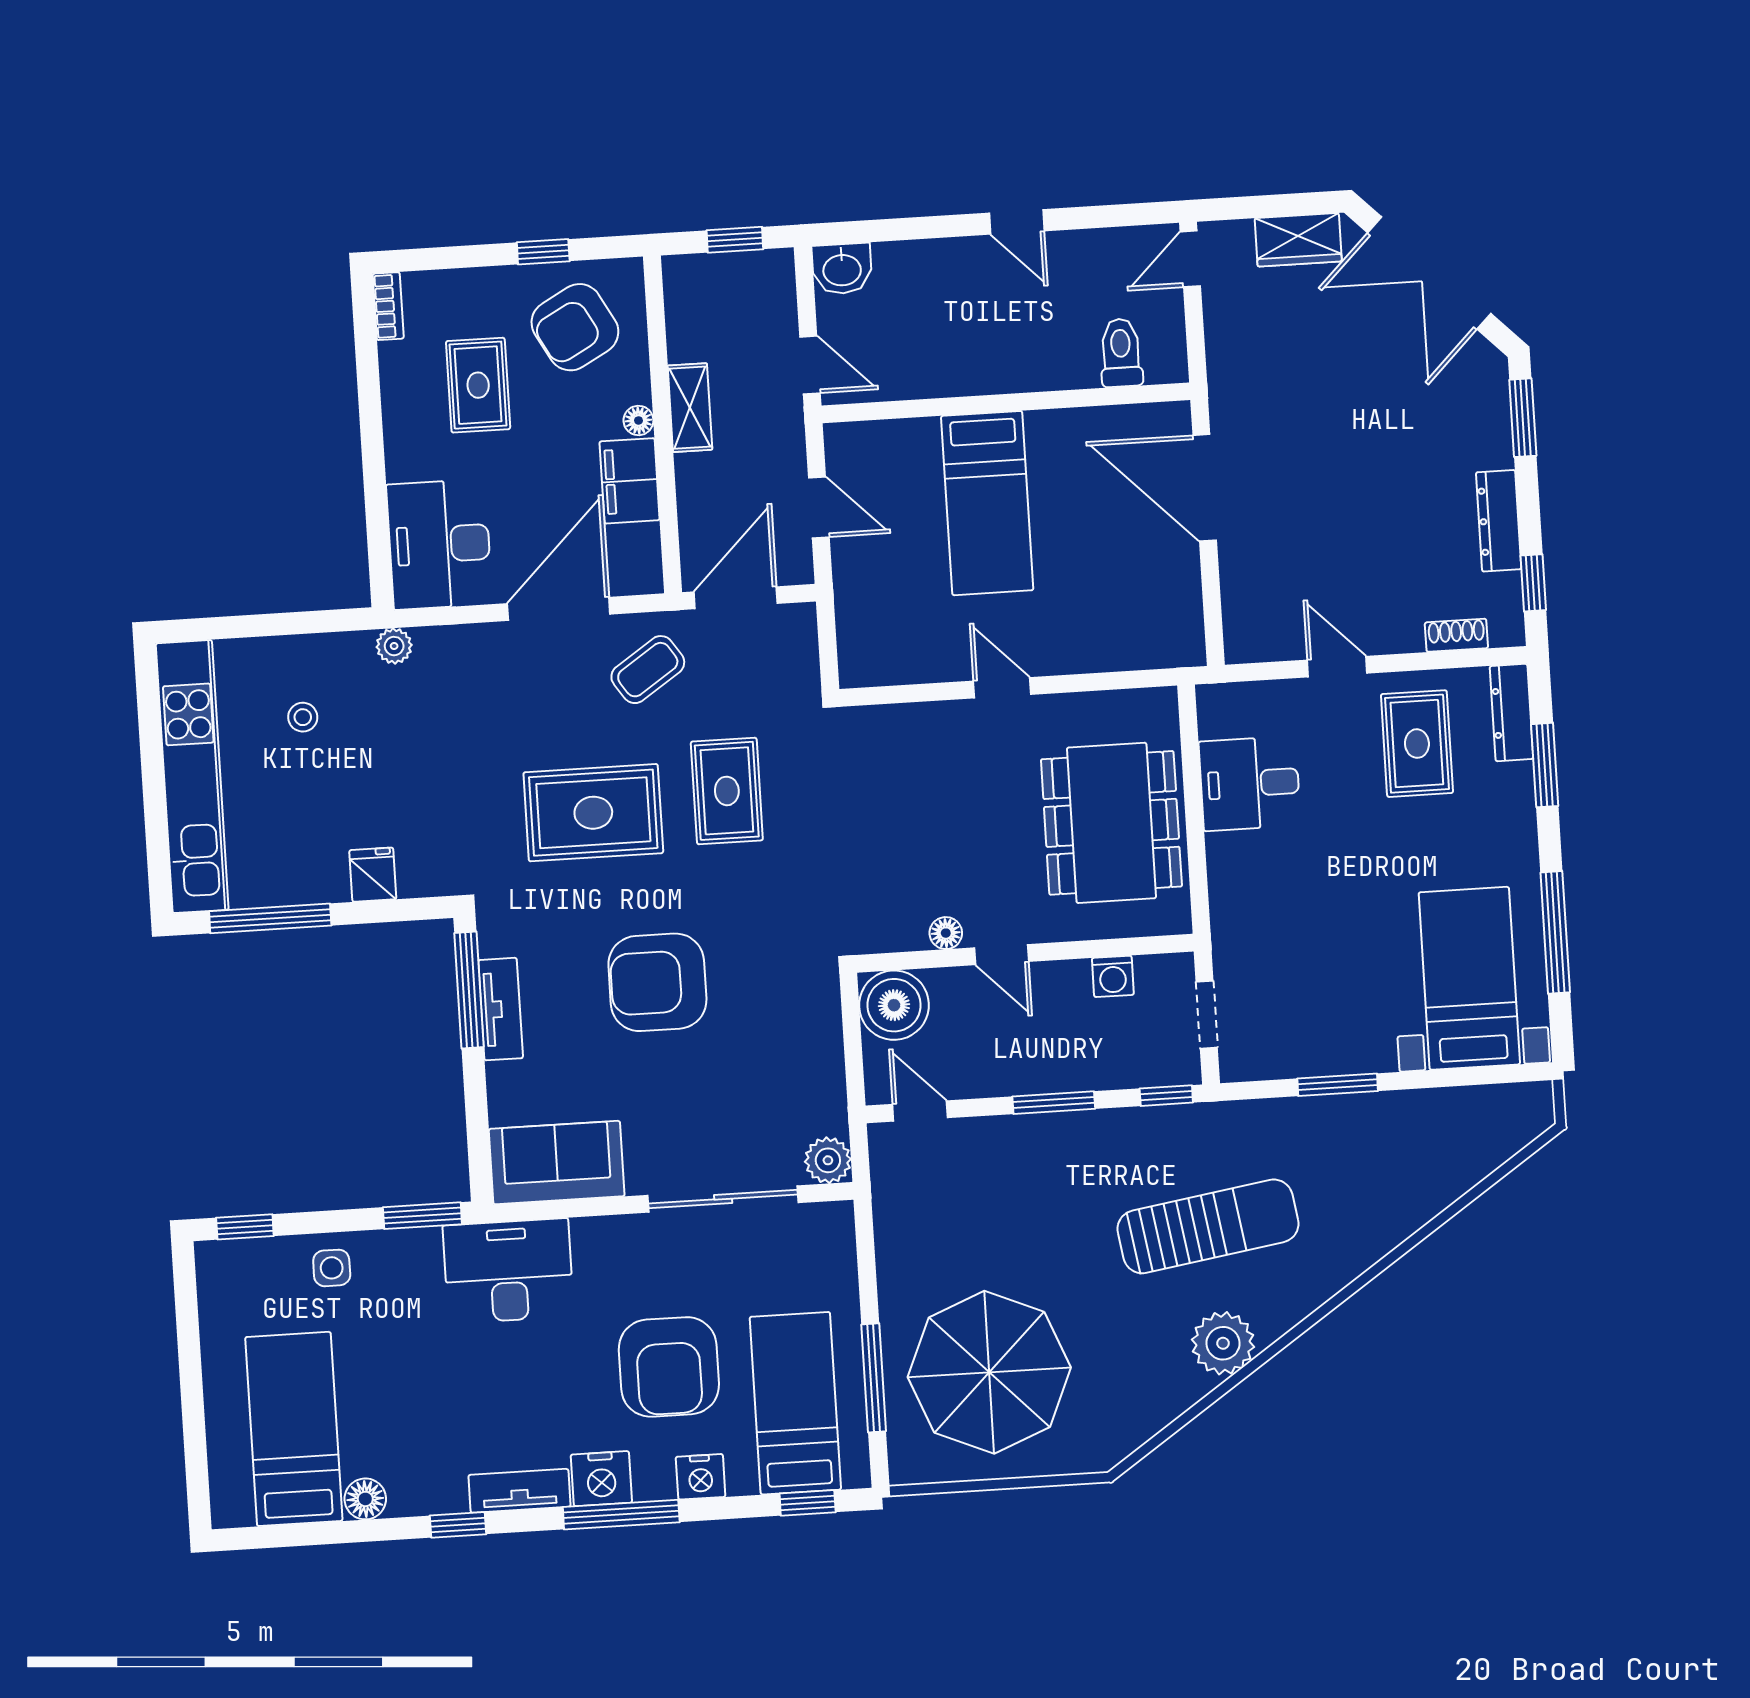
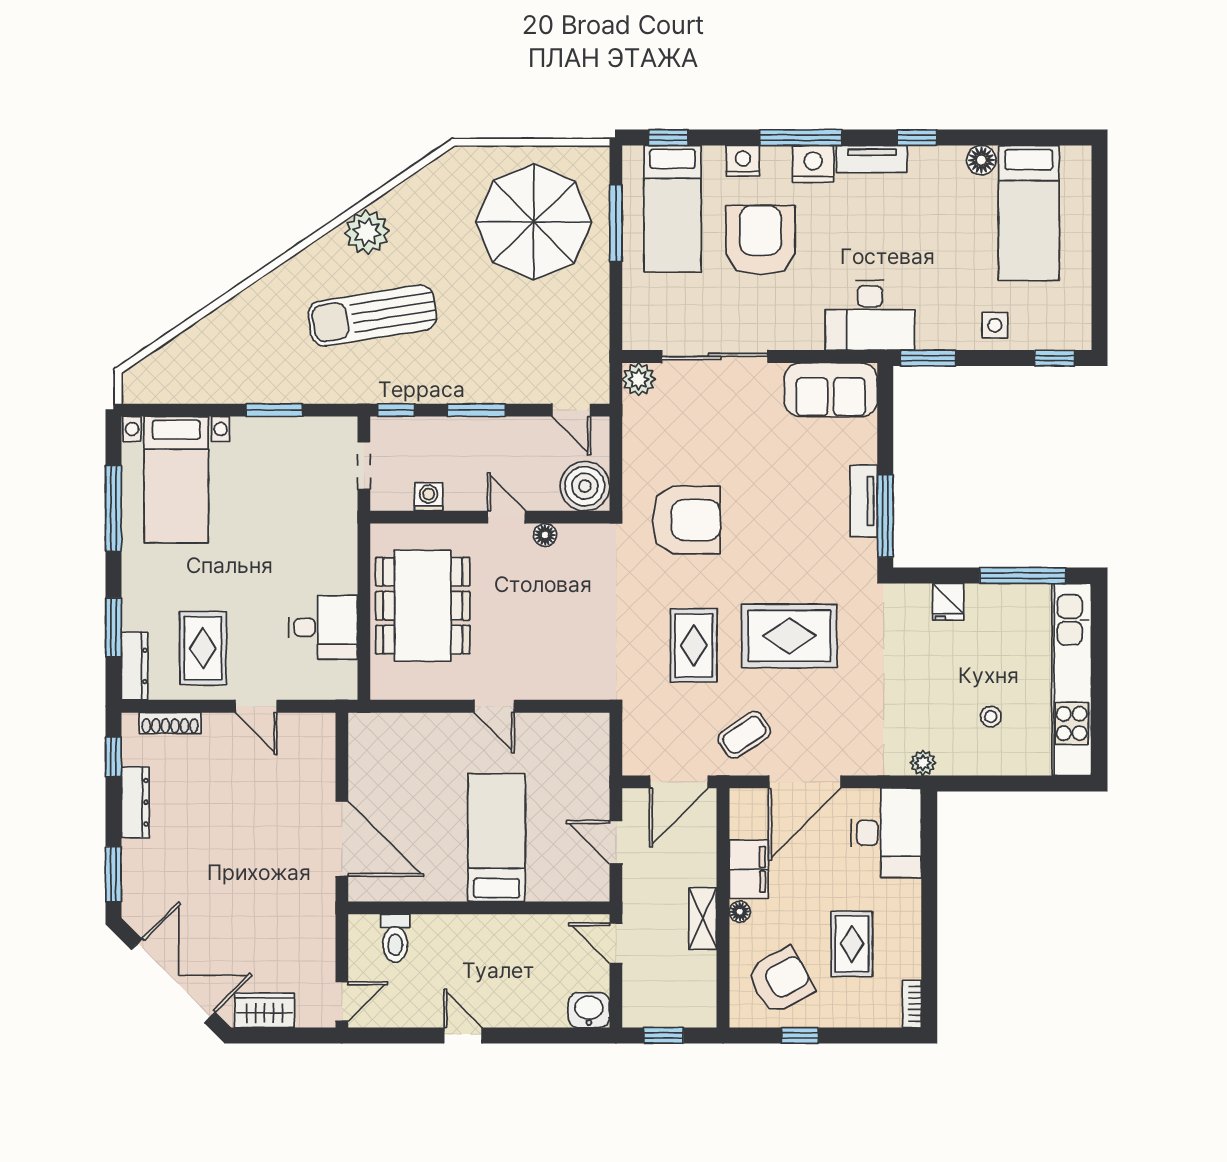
shoe rack: (1456, 635) -> (170, 723), width x1.43
armchair: (657, 982) -> (686, 520), moved

